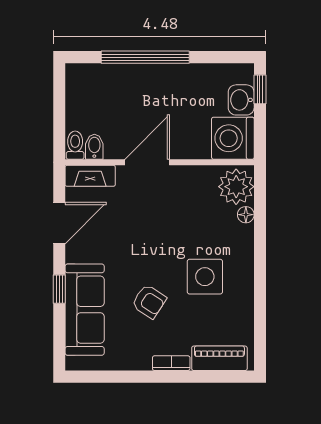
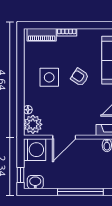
washbasin: (241, 100) -> (35, 182), moved, turned -90
door: (147, 162) -> (64, 137), moved
armchair: (149, 301) -> (80, 77), moved

